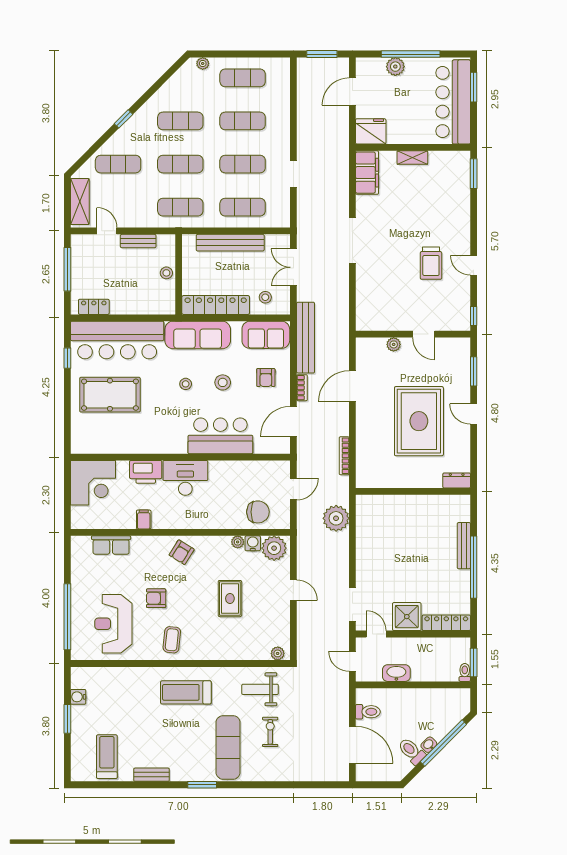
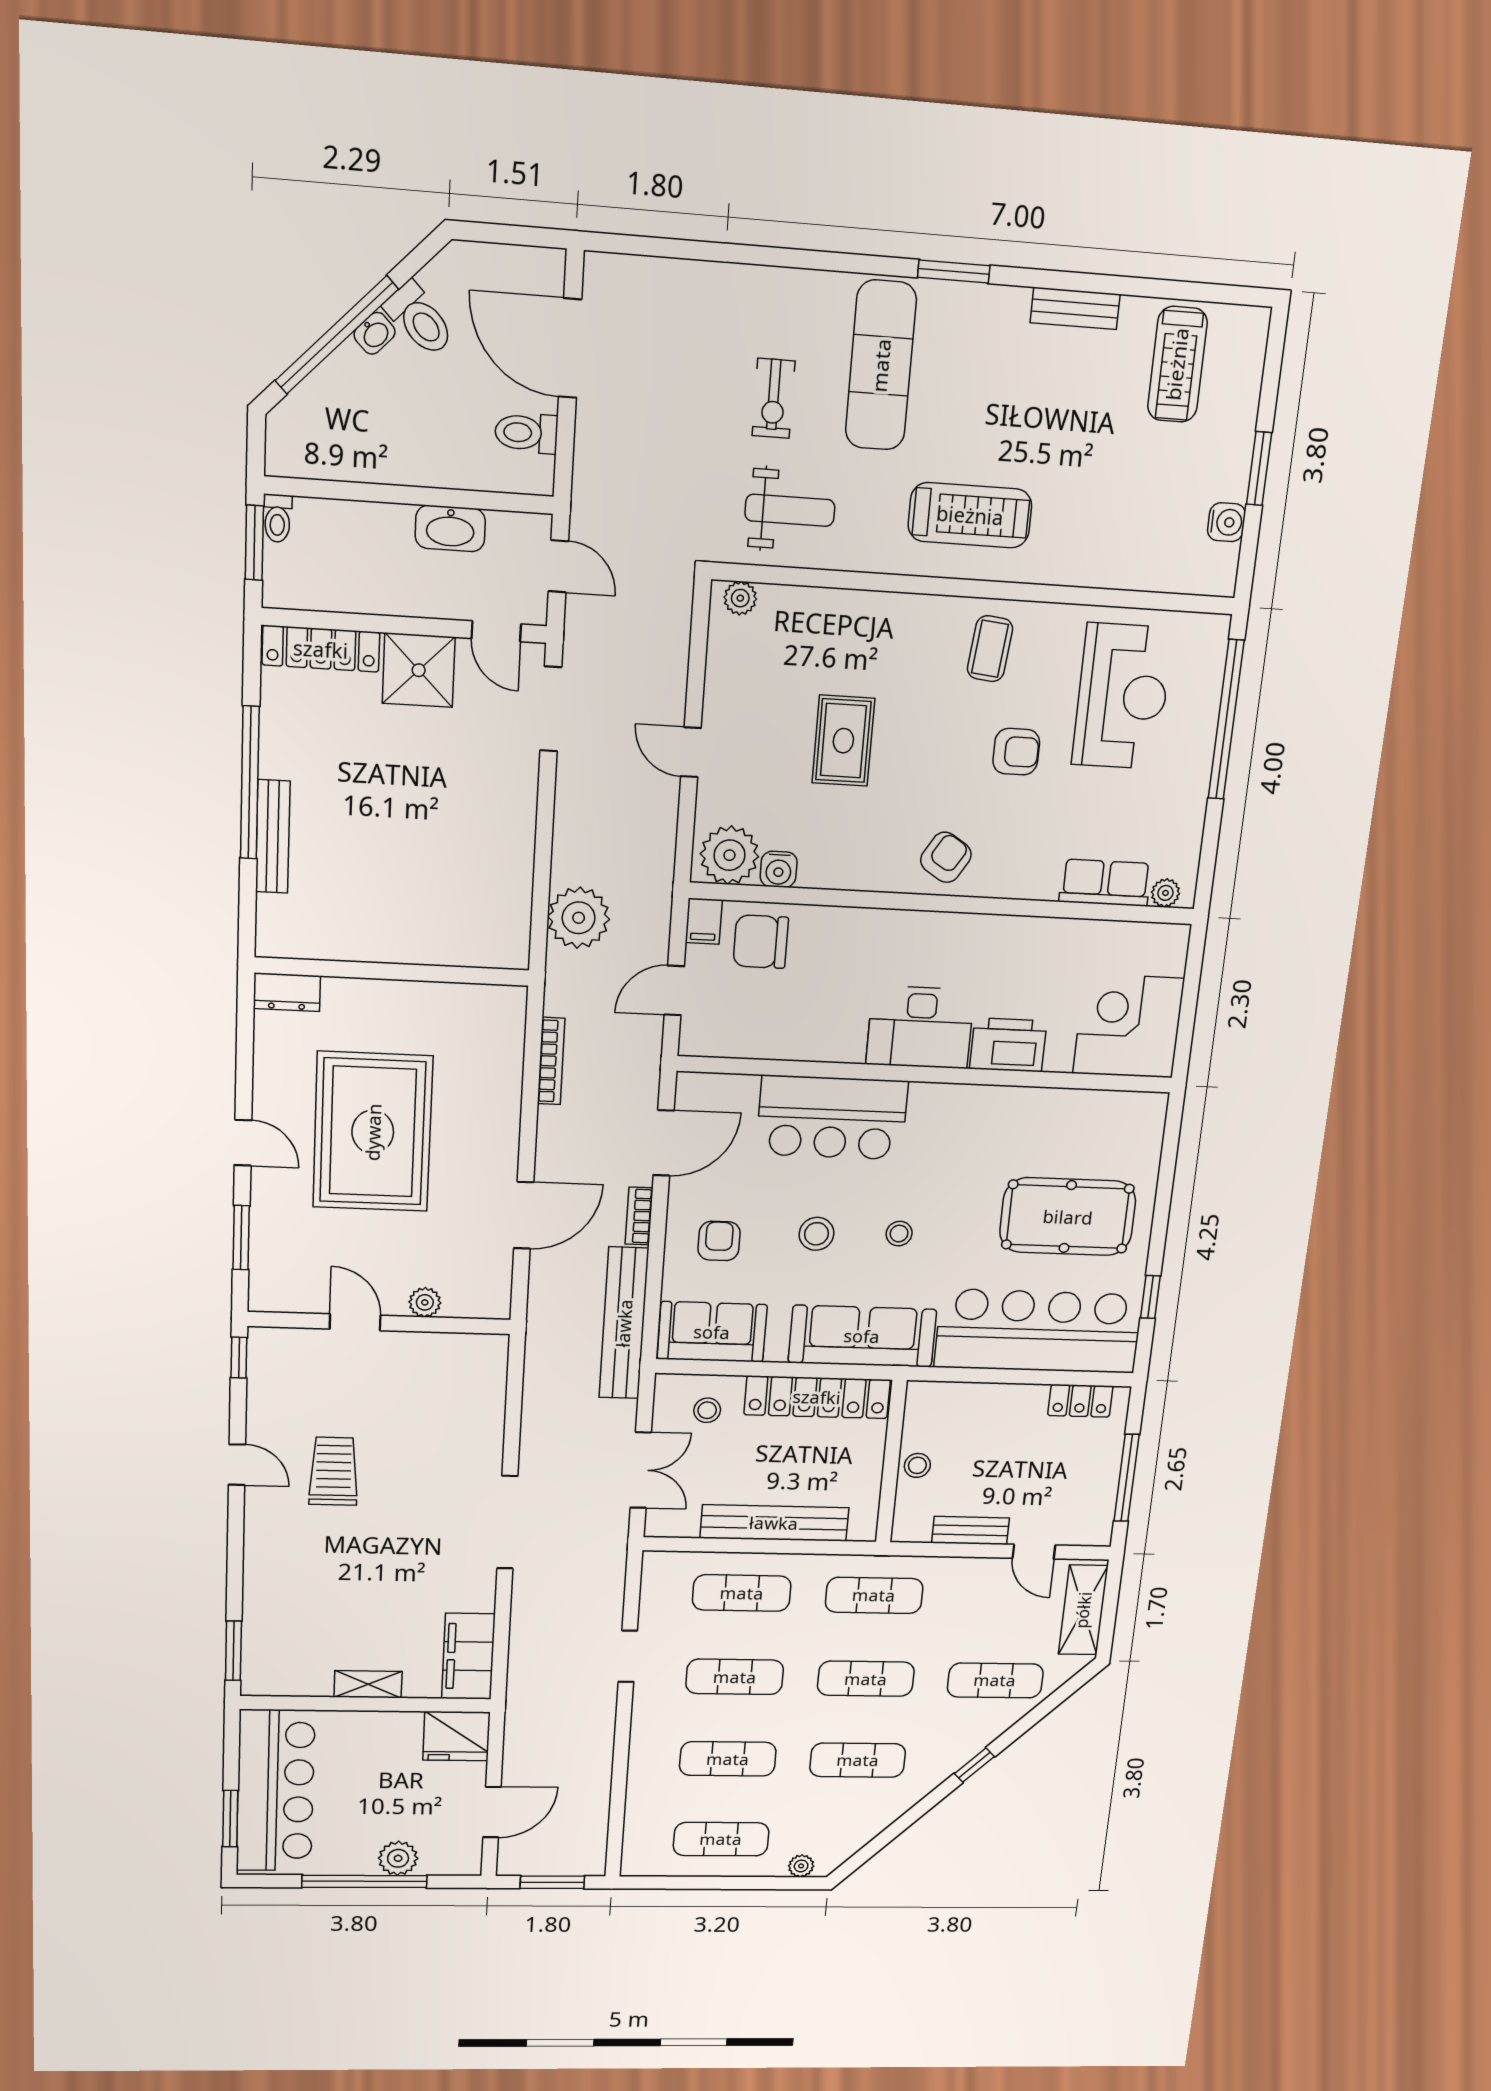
filing cabinet: (144, 520) -> (704, 921), moved
plant: (238, 542) -> (1165, 893), moved

